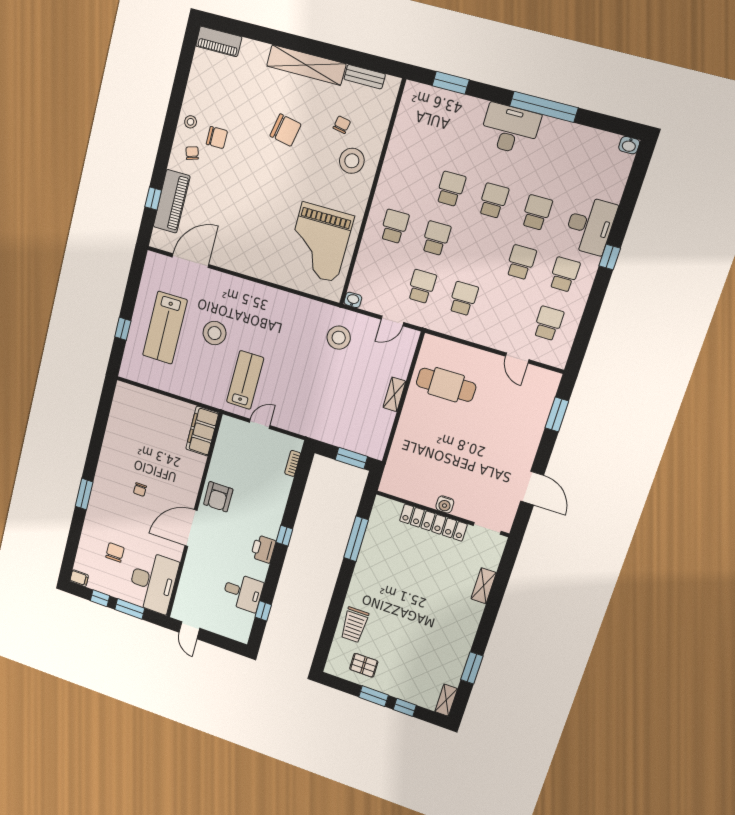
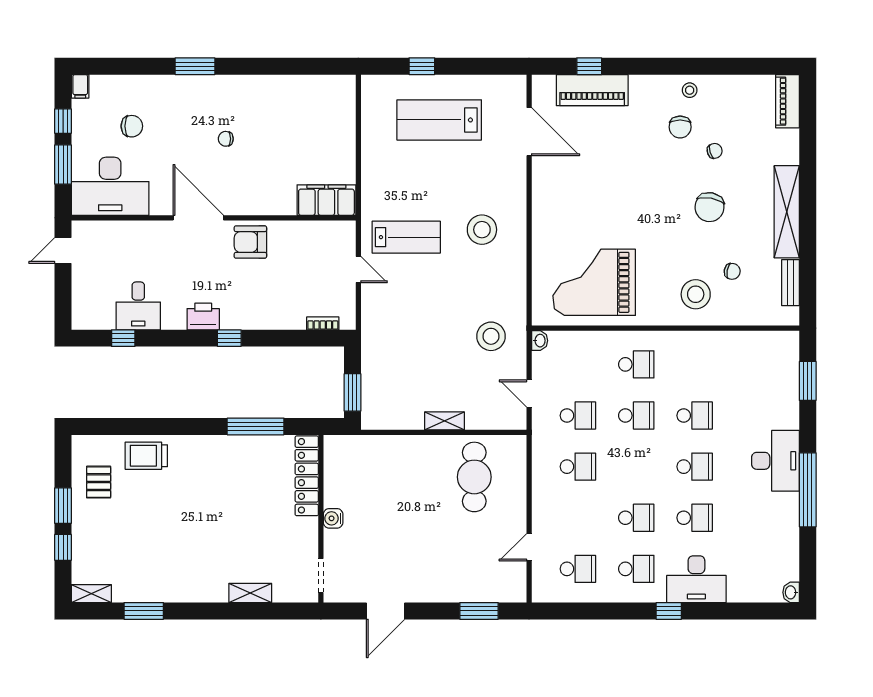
chair: (192, 153) -> (715, 151), moved
stool: (215, 333) -> (482, 230), moved
locker: (433, 523) -> (307, 476), moved

